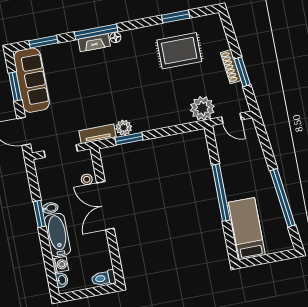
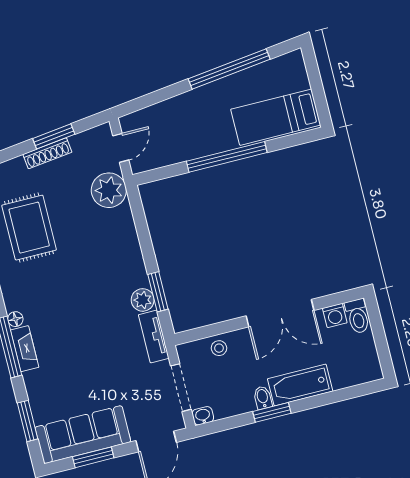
double door: (105, 206) -> (280, 313), moved
washing machine: (60, 265) -> (335, 316), moved, turned 180
washbasin: (62, 280) -> (203, 416), moved

